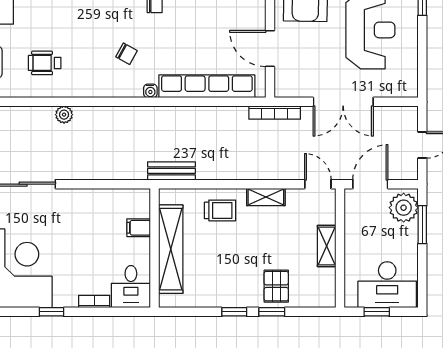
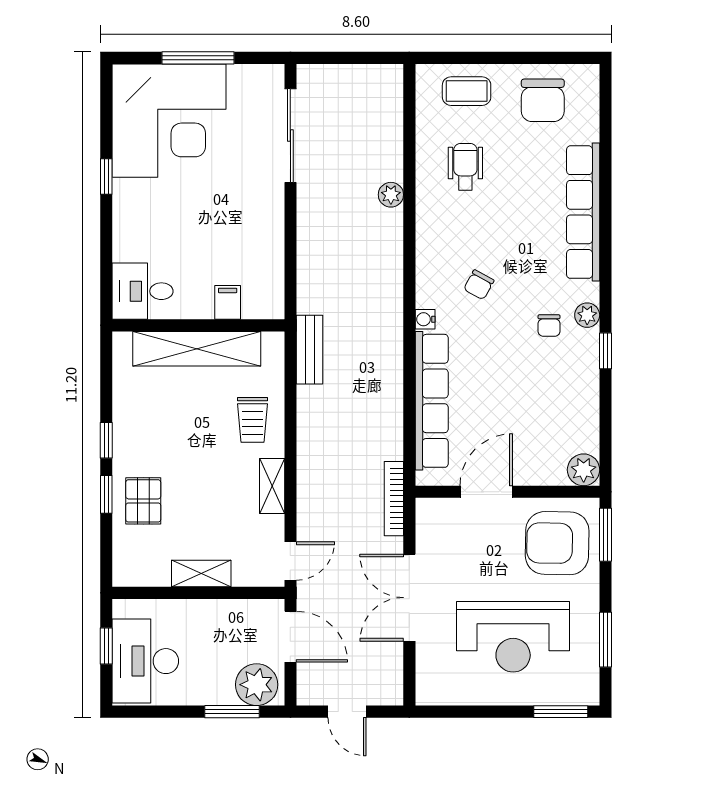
pallet: (276, 286) -> (143, 501), turned 90
bookcase: (94, 302) -> (121, 238), removed

